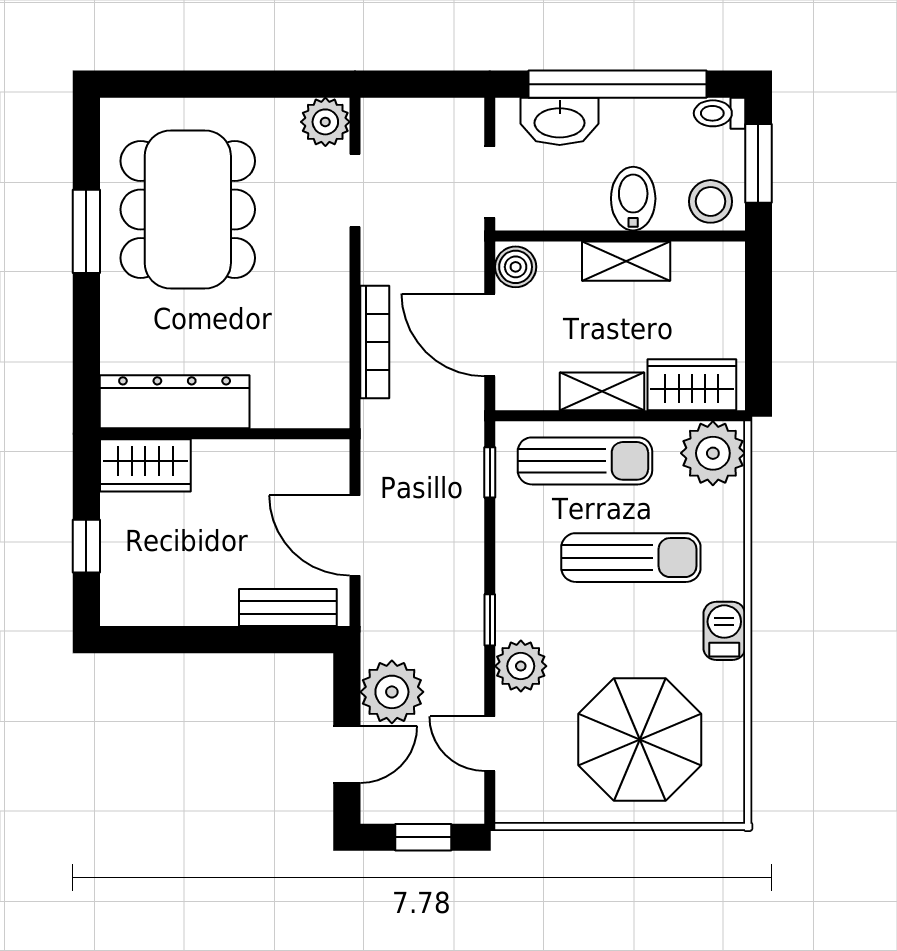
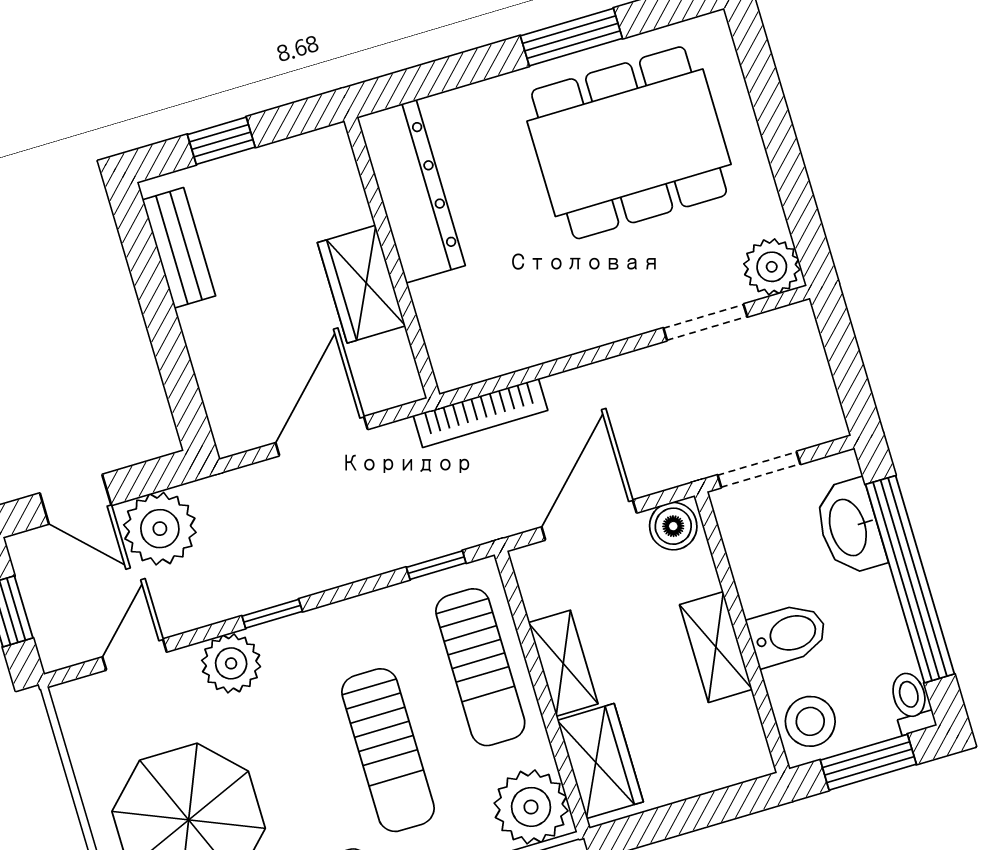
bookcase: (375, 342) -> (480, 413), moved
wardrobe: (145, 465) -> (361, 284), moved
bench: (288, 607) -> (179, 248), moved

